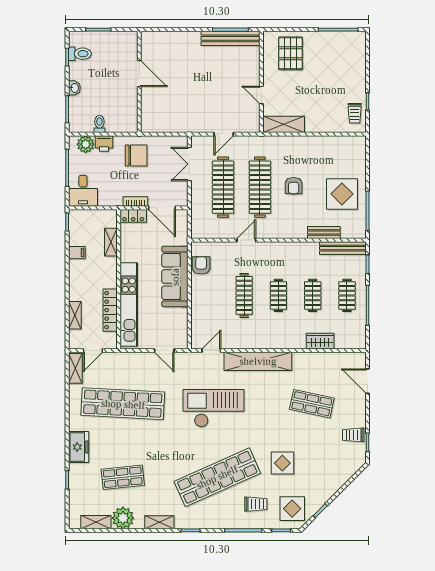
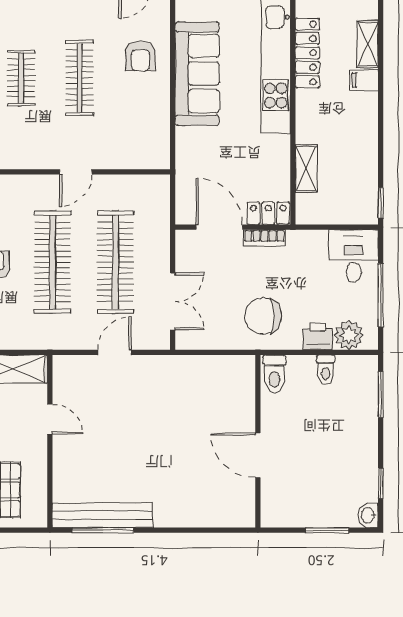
toilet: (80, 54) -> (274, 374), moved, turned -90
washbasin: (74, 88) -> (368, 515), moved
filing cabinet: (77, 253) -> (364, 80), moved
armchair: (201, 265) -> (140, 56), moved
sofa: (175, 277) -> (197, 74), moved

